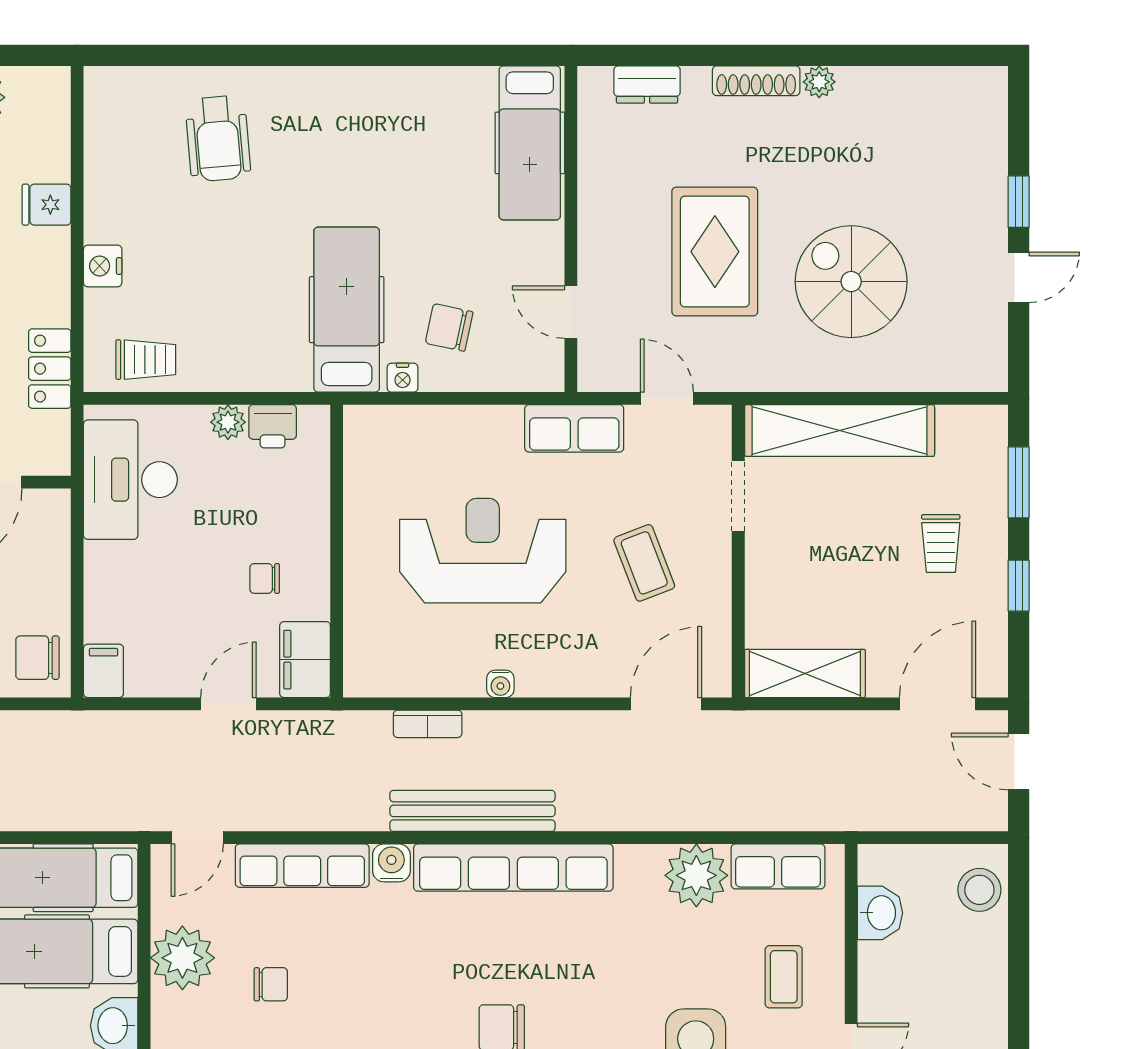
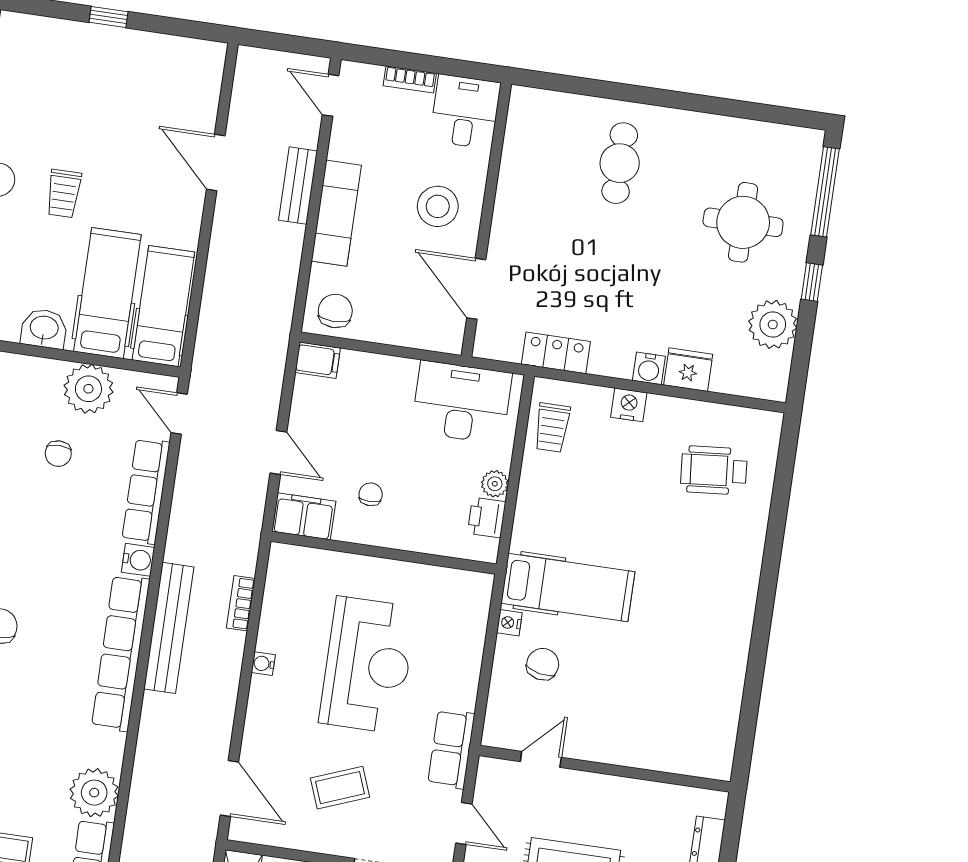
wheelchair: (218, 138) -> (714, 470), moved
hospital bed: (530, 143) -> (675, 747), removed
fridge: (47, 205) -> (688, 370), width x1.38
water cooler: (52, 247) -> (649, 368), added
door: (667, 398) -> (464, 823), hinge flipped

